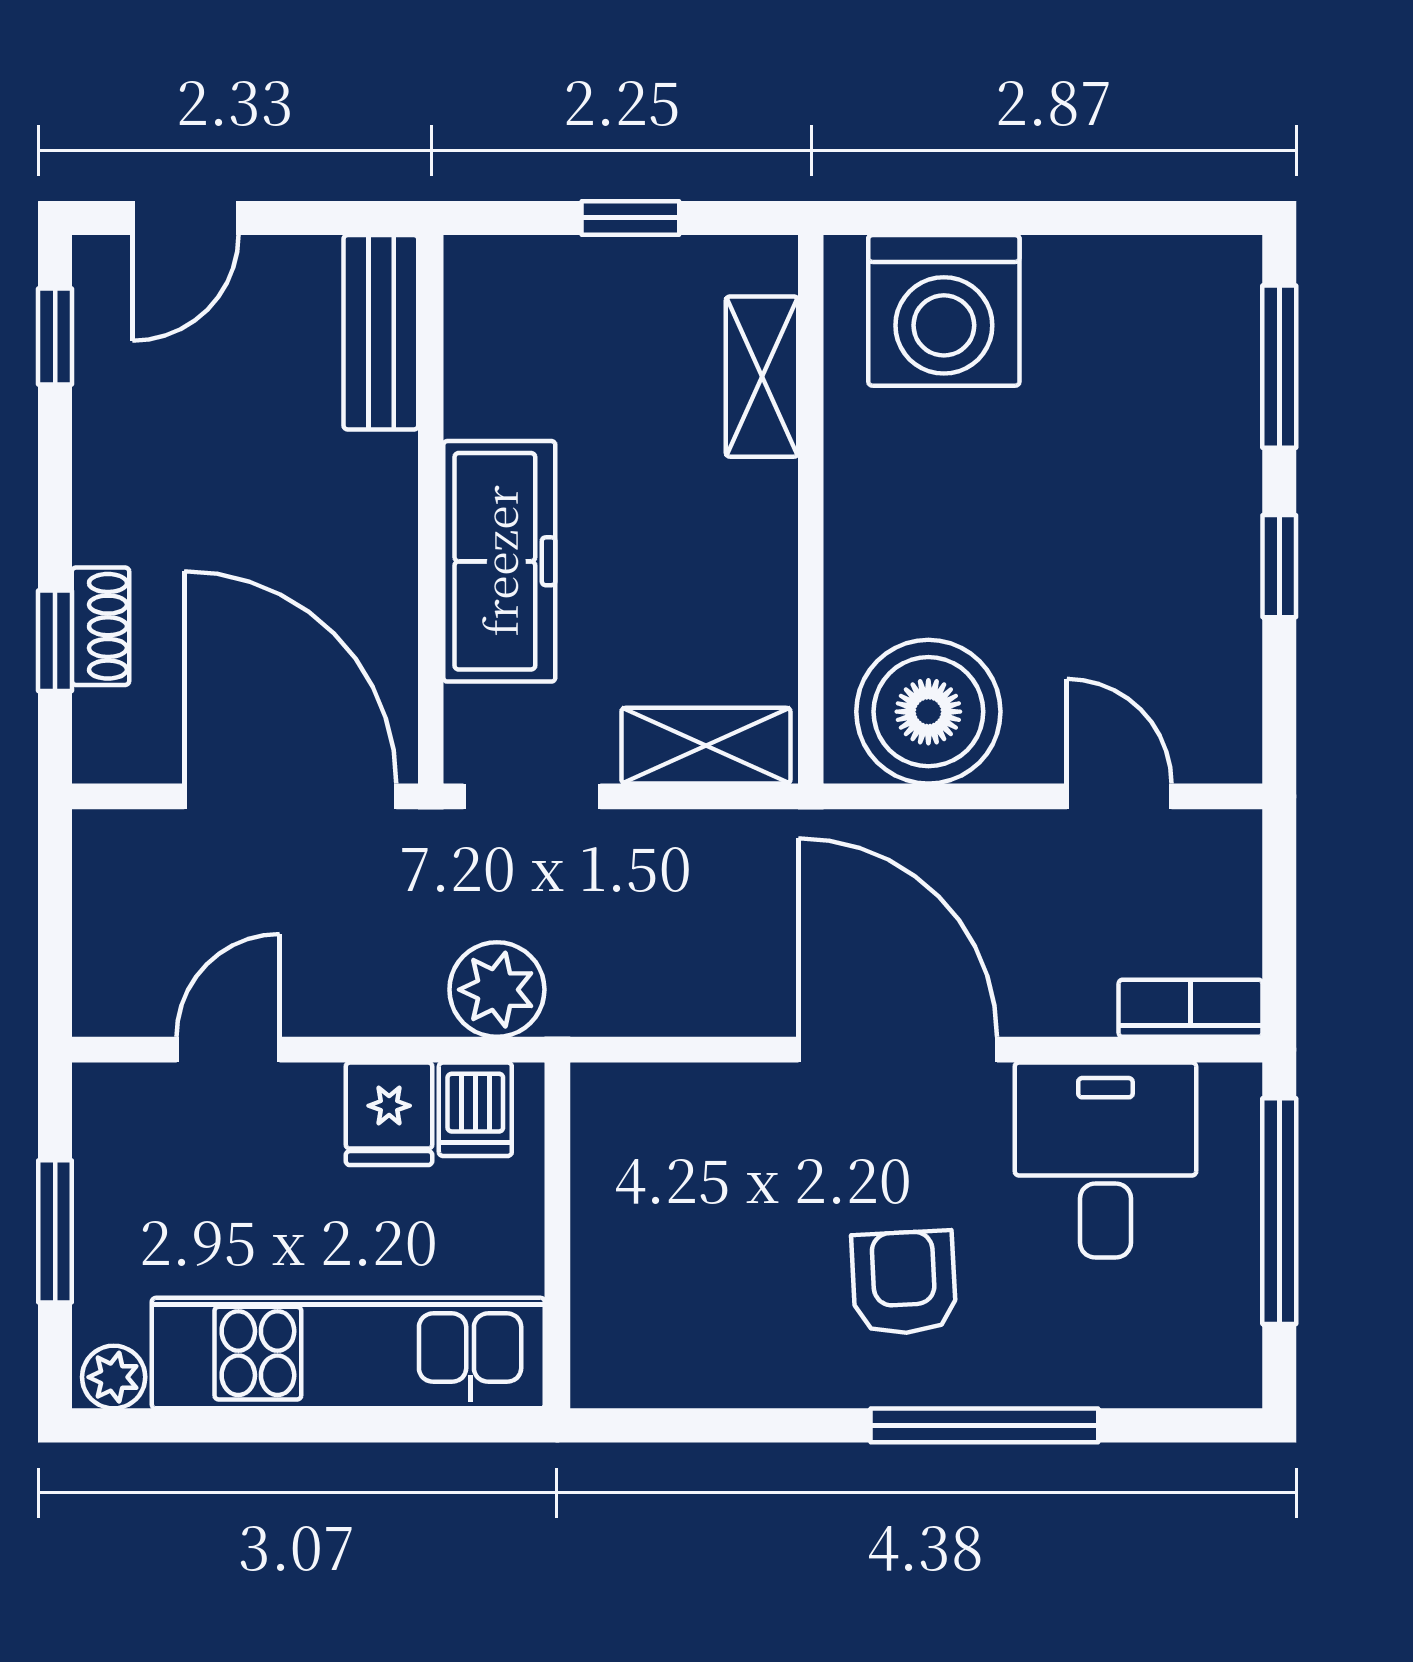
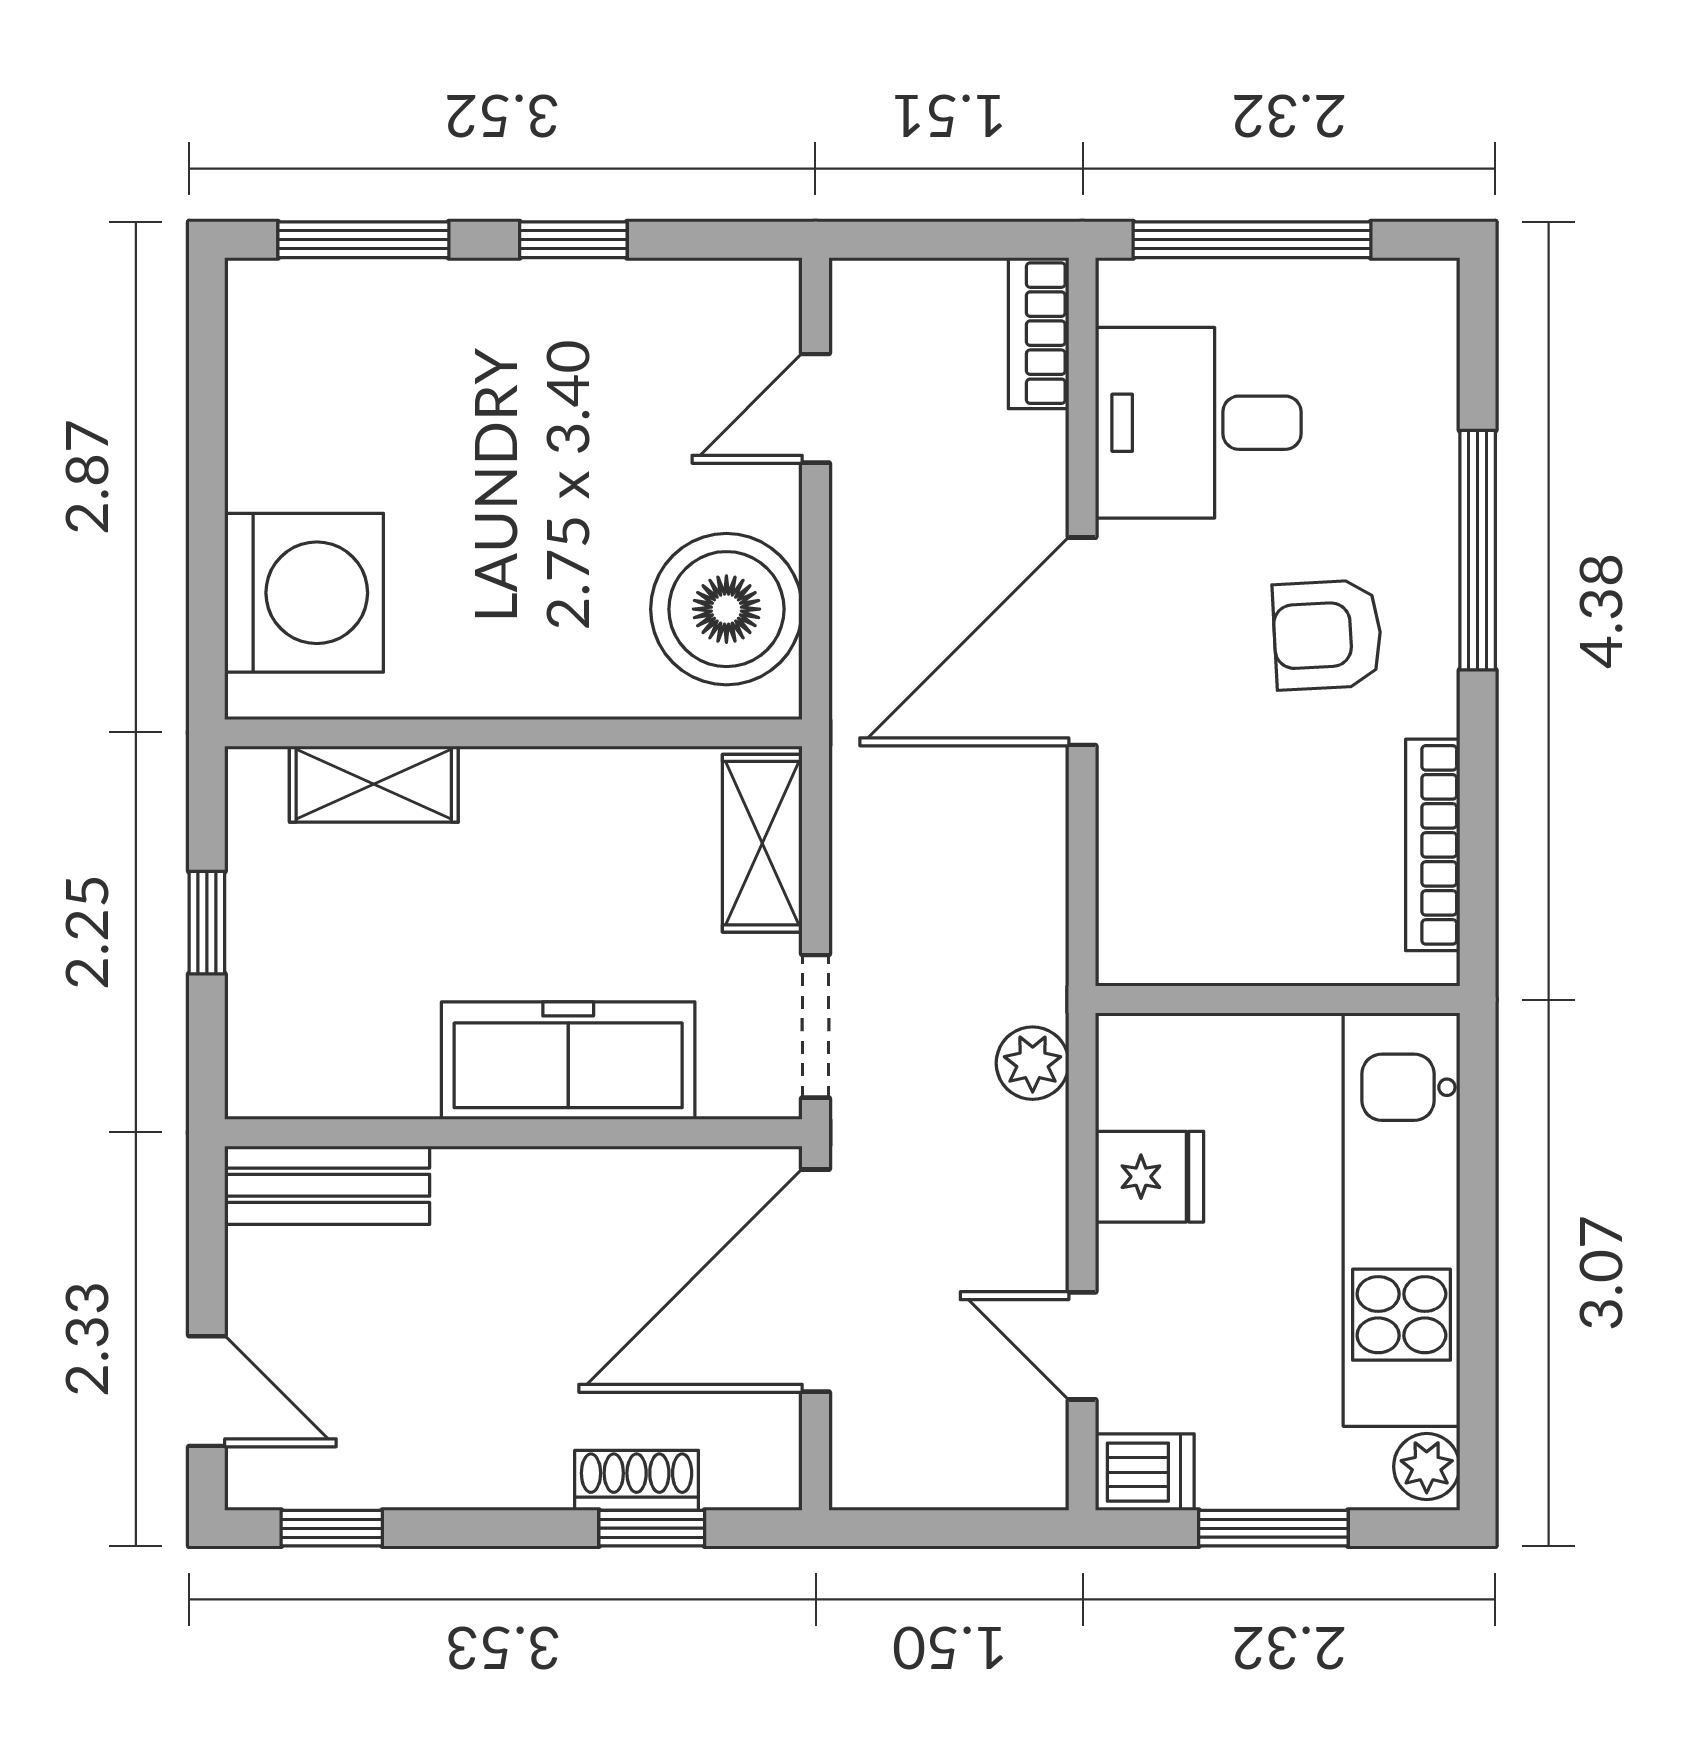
plant: (497, 990) -> (1033, 1063), width x0.73, depth x0.73
dishwasher: (475, 1109) -> (1145, 1472), moved
bookcase: (704, 1383) -> (1433, 845), added

